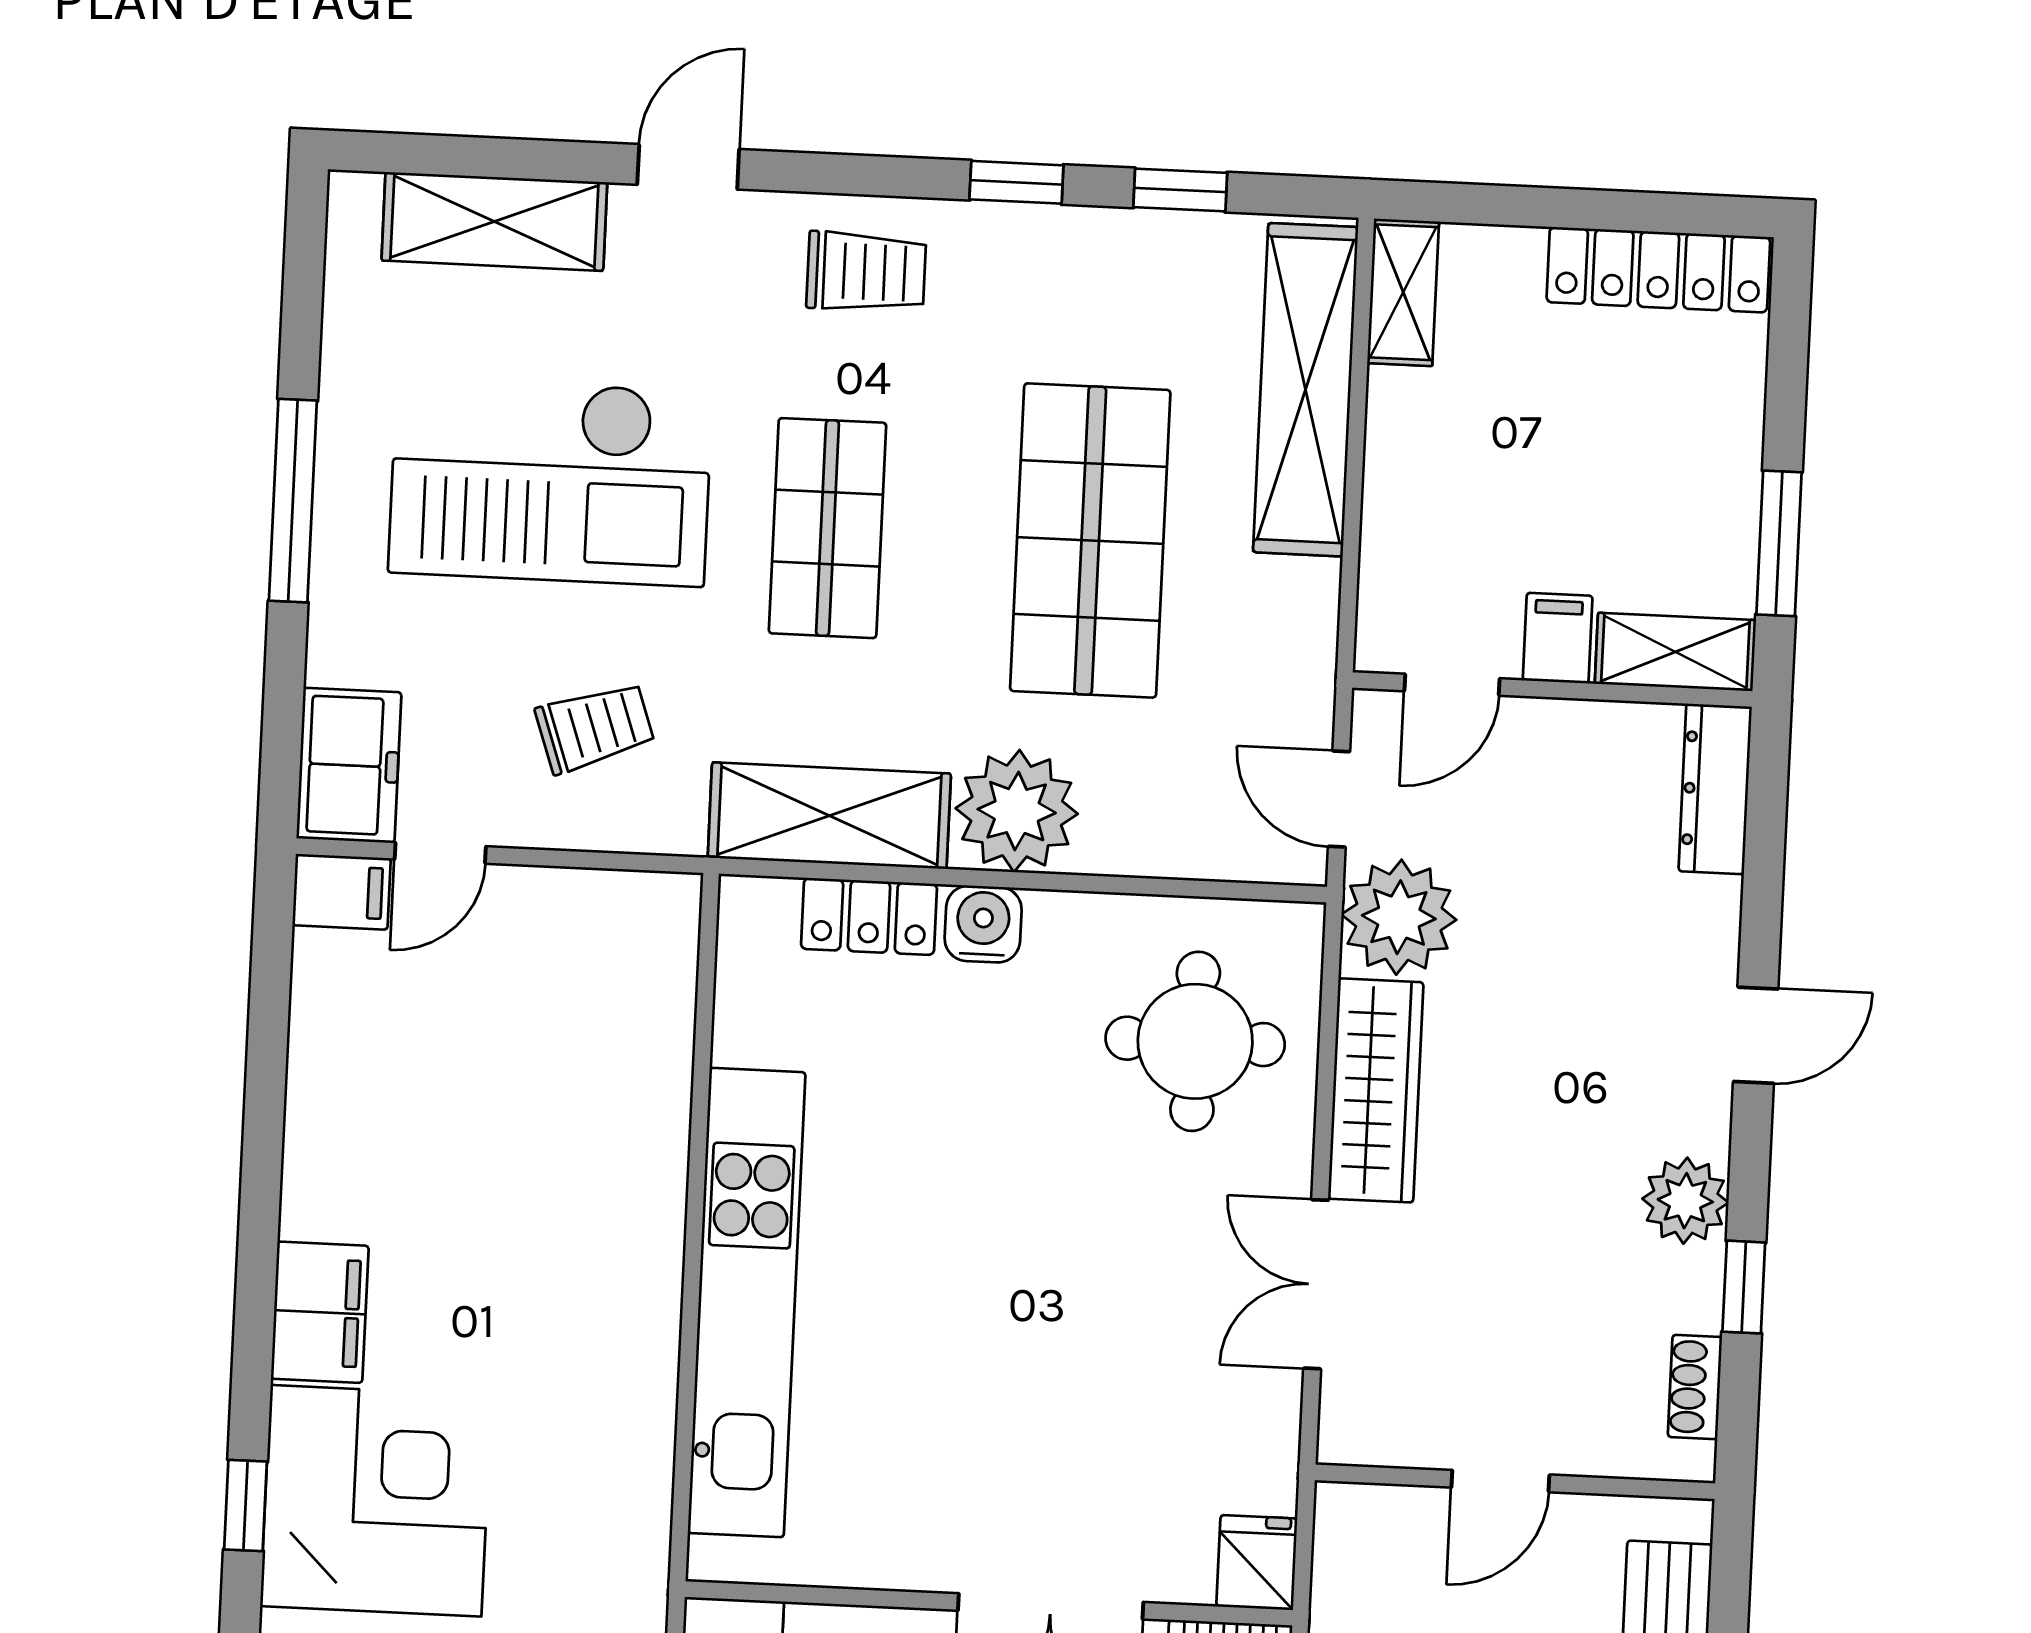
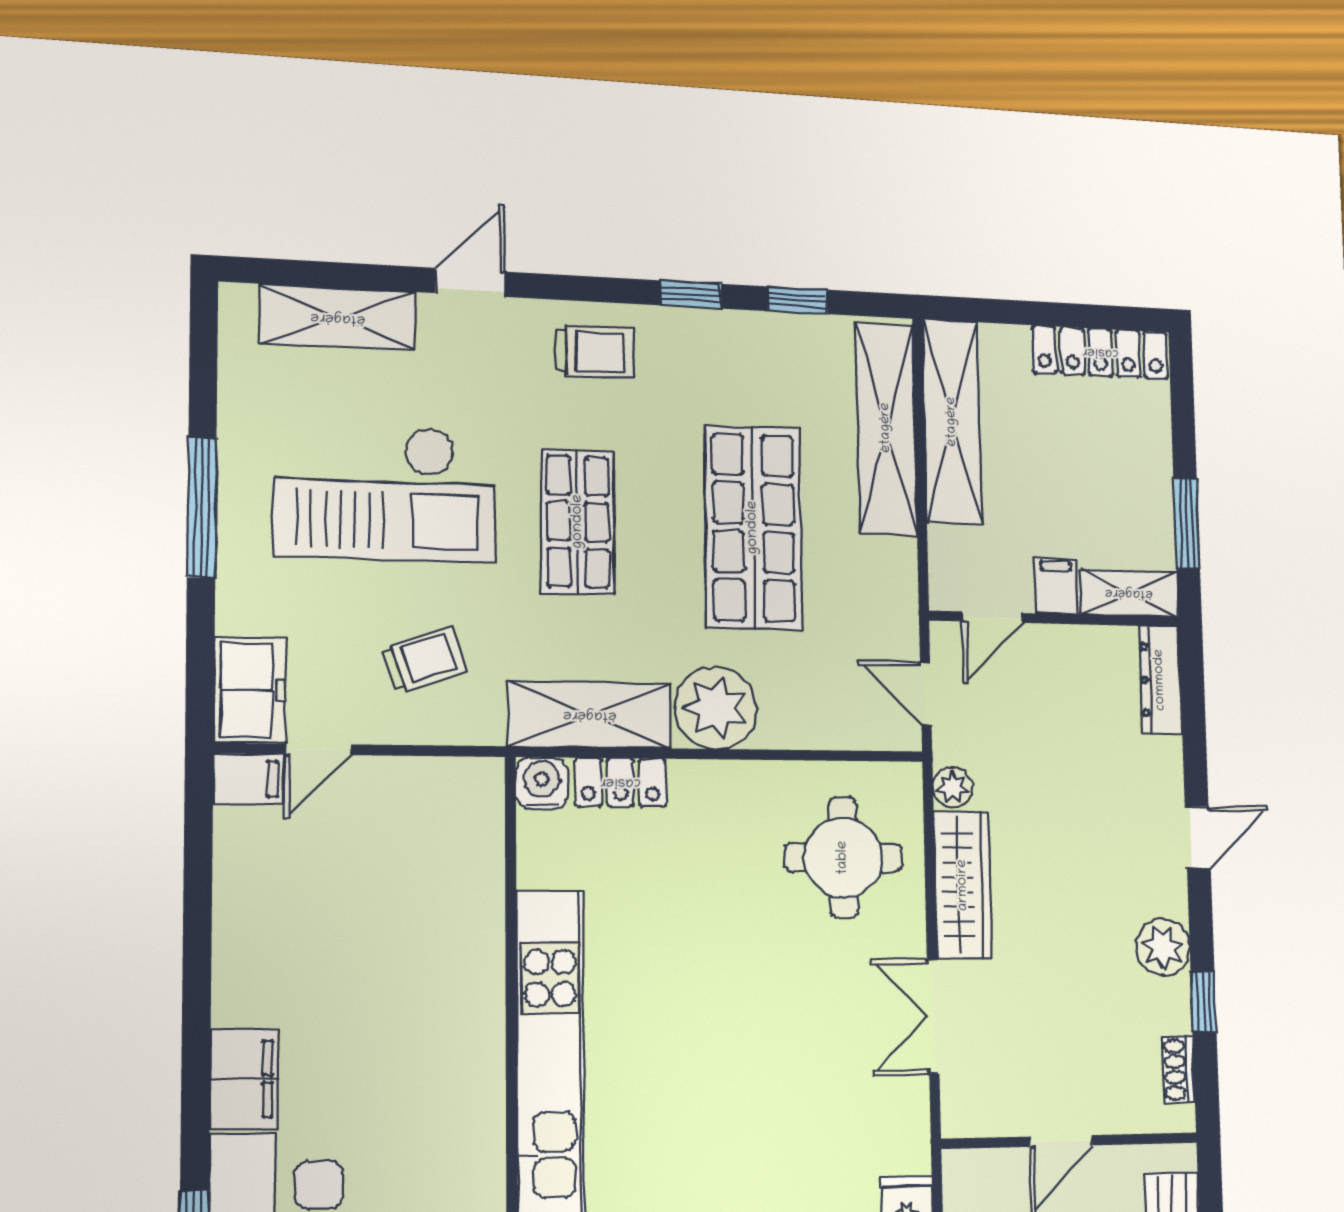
shelving: (1403, 292) -> (952, 422), width x2.20, depth x1.33
plant: (1399, 917) -> (953, 787), width x0.53, depth x0.53
water cooler: (983, 924) -> (542, 783), moved

